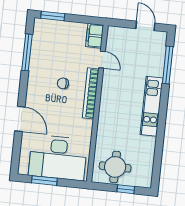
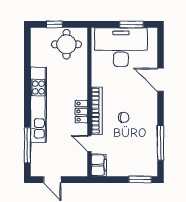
locker: (107, 94) -> (81, 112), added
kitchen unit: (151, 106) -> (38, 105), width x1.36

